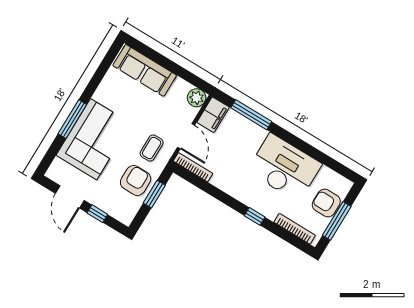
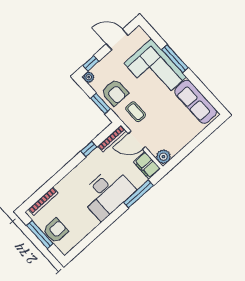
sofa: (145, 70) -> (196, 102), moved, turned -90
desk: (284, 168) -> (107, 193), moved
window: (97, 214) -> (91, 63), moved
window: (255, 216) -> (89, 149), moved
plant: (126, 218) -> (89, 77), added

